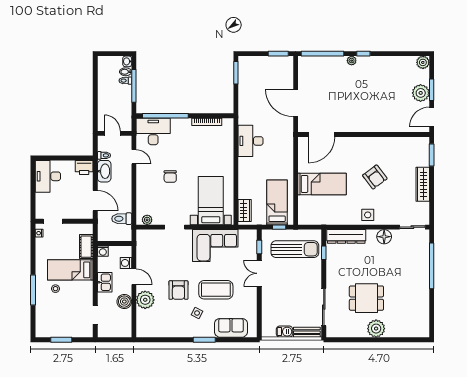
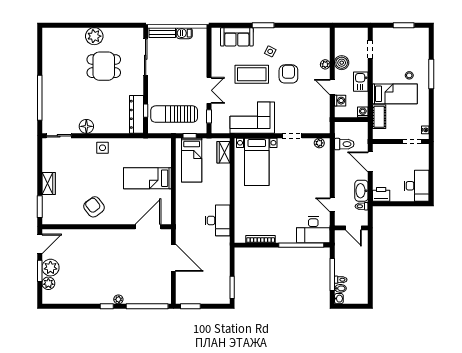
plant: (423, 62) -> (48, 283), moved
chair: (170, 177) -> (297, 185), removed
armchair: (375, 177) -> (94, 207), moved
wardrobe: (423, 184) -> (49, 184), width x0.67
dresser: (346, 236) -> (137, 114), moved, turned -90
plant: (145, 300) -> (325, 64), width x0.53, depth x0.53

